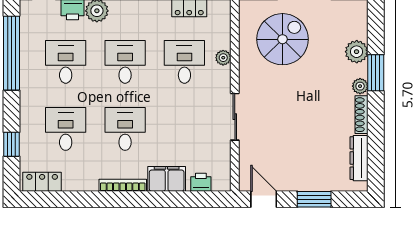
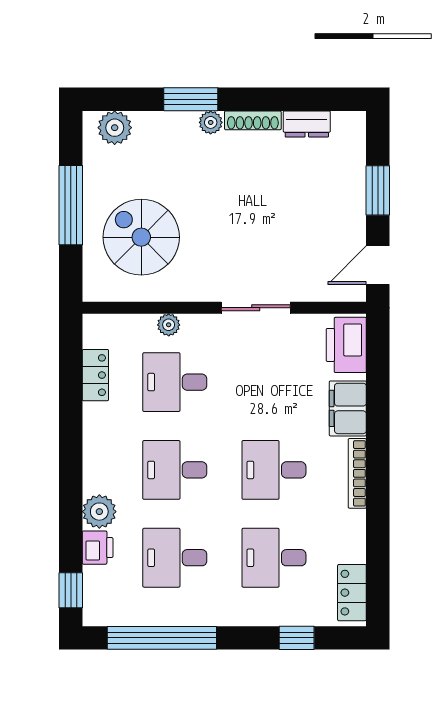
plant: (357, 52) -> (115, 128), moved
dresser: (359, 158) -> (307, 124), width x0.70
printer: (201, 182) -> (346, 345), width x1.87, depth x1.48

